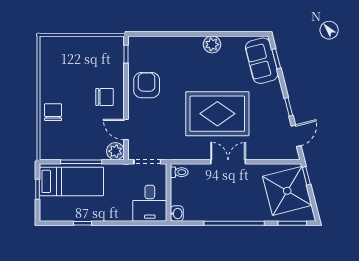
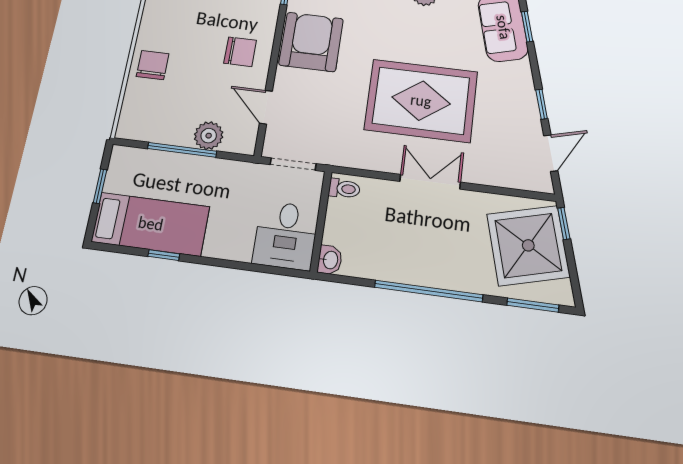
armchair: (147, 85) -> (311, 42), width x1.36, depth x1.36
plant: (115, 151) -> (209, 136), moved
bed: (71, 181) -> (151, 224), moved

